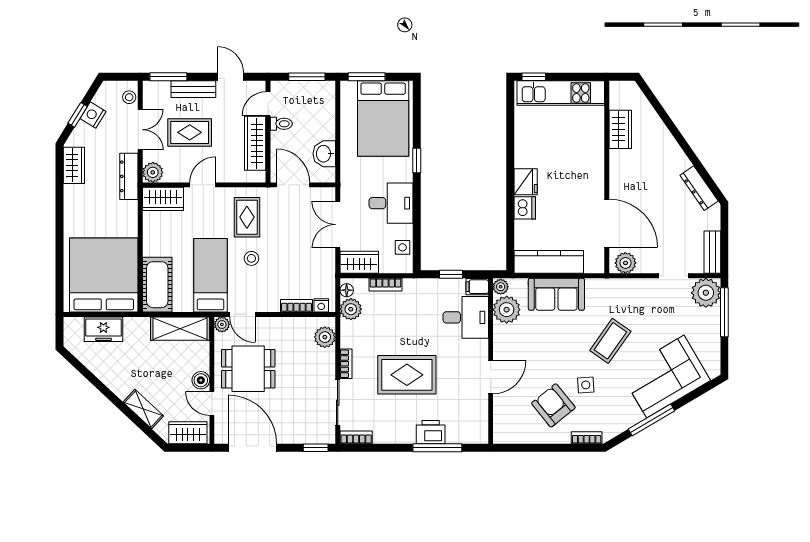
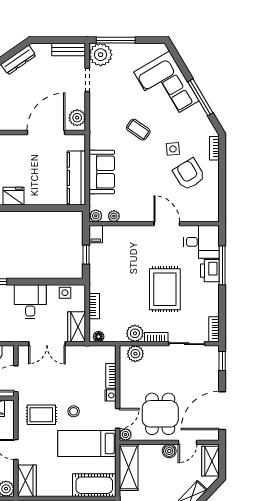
dishwasher: (525, 208) -> (34, 197), removed
nightstand: (321, 305) -> (110, 395), moved
plant: (351, 309) -> (135, 333), moved
plant: (507, 310) -> (114, 216), width x0.53, depth x0.53
desk: (466, 317) -> (201, 242), moved, turned 90
coffee table: (610, 341) -> (138, 130), width x0.73, depth x0.77
armchair: (553, 405) -> (189, 174), turned 98

